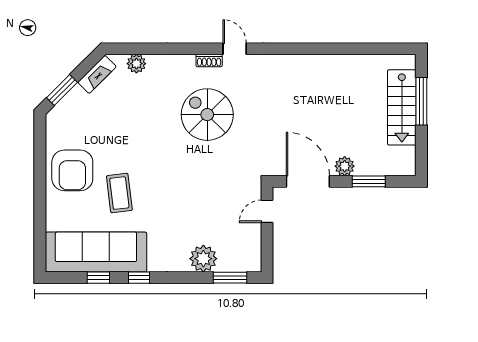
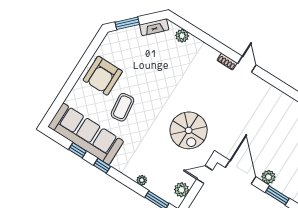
spiral stairs: (207, 115) -> (189, 130), moved, turned 180
plant: (251, 247) -> (182, 190), added
plant: (203, 259) -> (142, 180), width x0.53, depth x0.53

